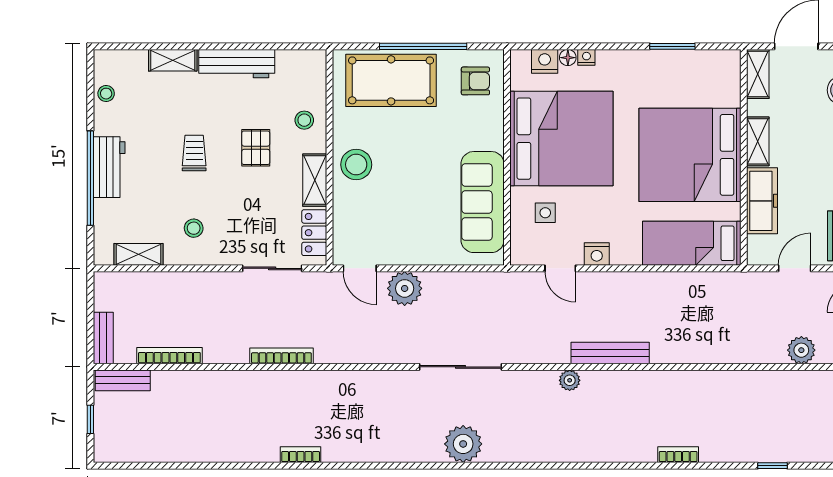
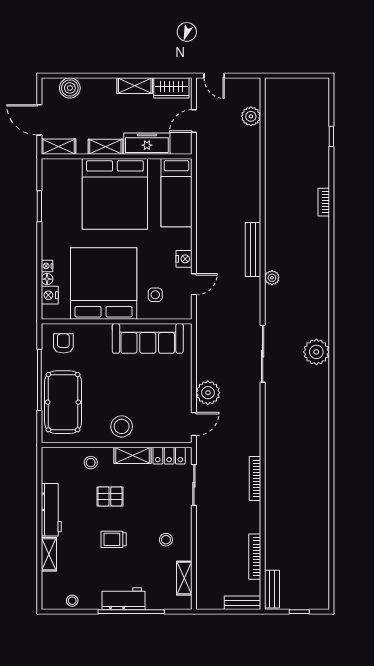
door: (795, 268) -> (194, 121), hinge flipped
bookcase: (301, 455) -> (324, 465), removed

